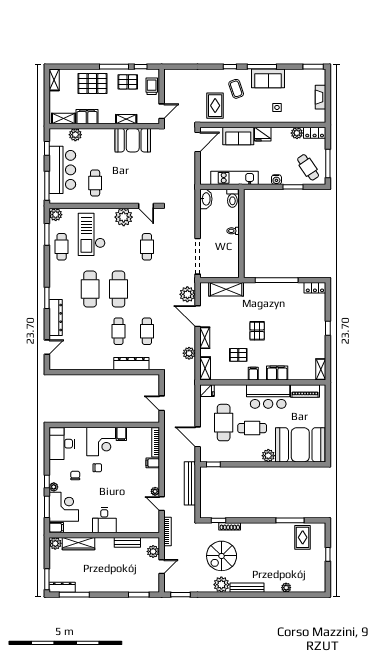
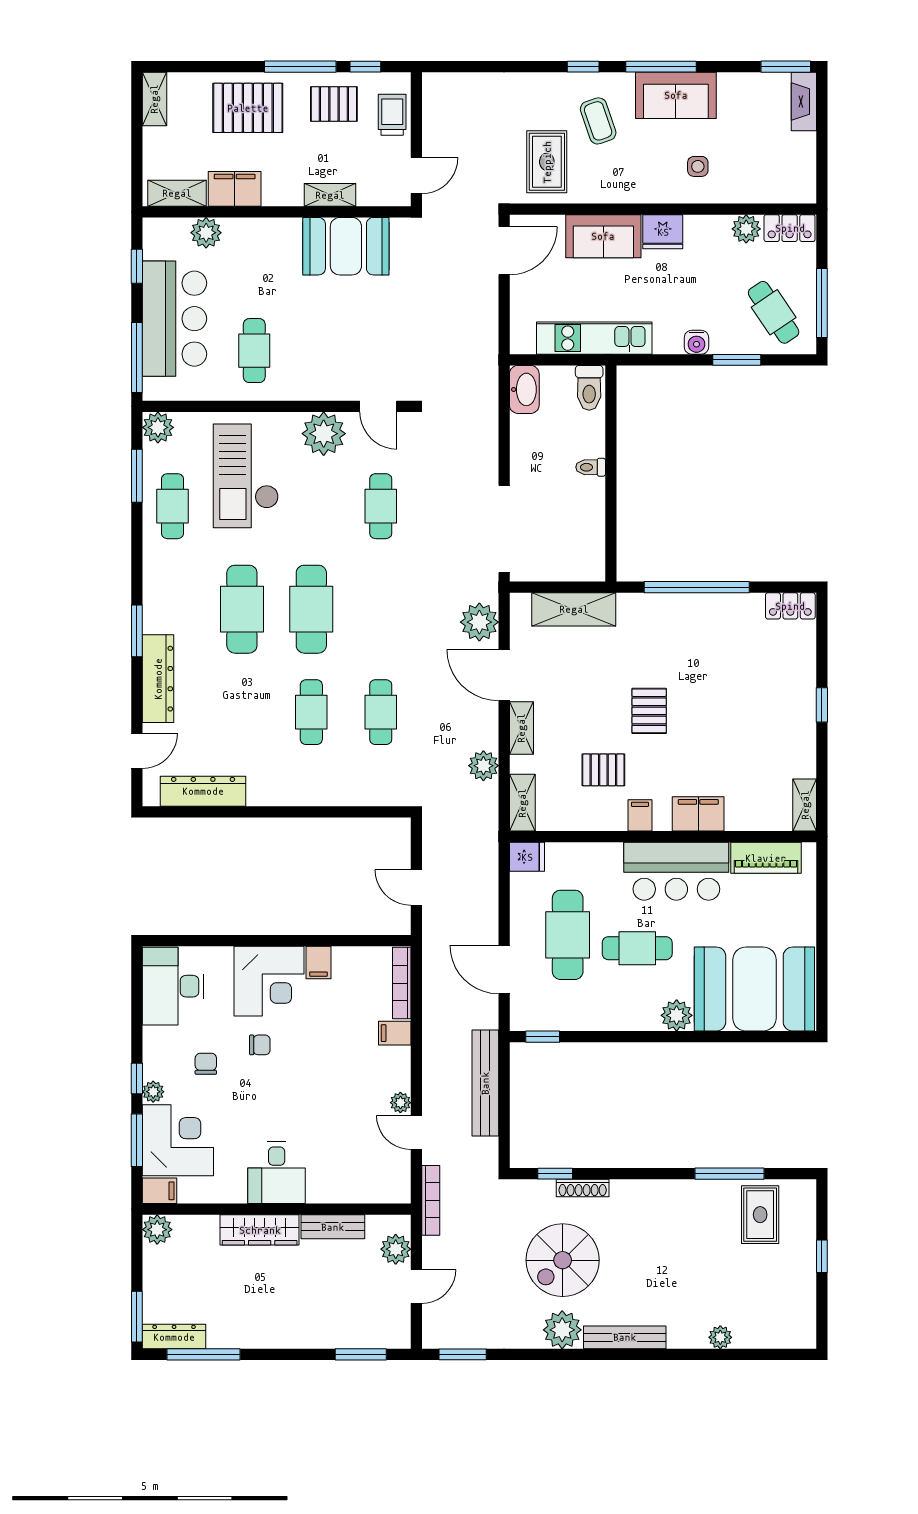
fireplace: (320, 97) -> (804, 101), moved
dresser: (131, 364) -> (203, 791), moved
wardrobe: (78, 544) -> (260, 1230), moved

